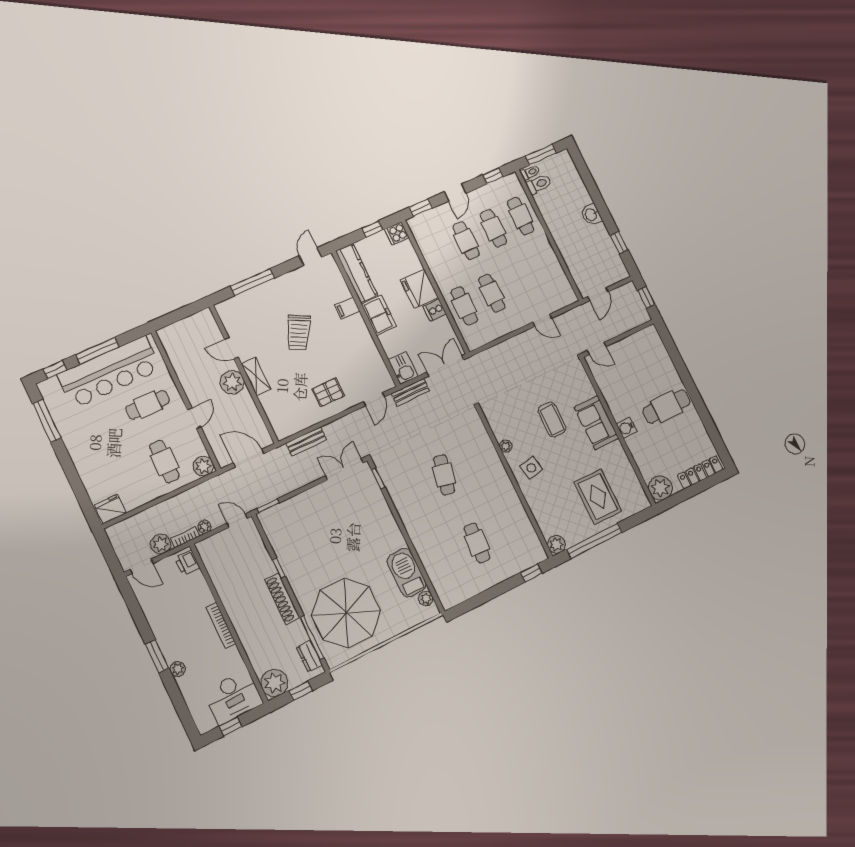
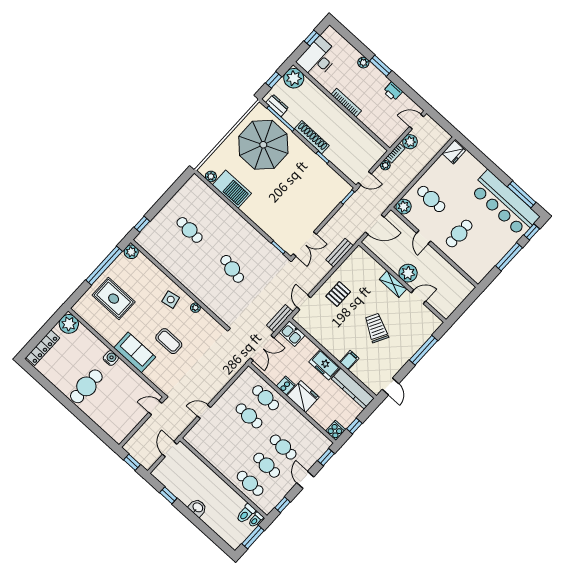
bar counter: (109, 372) -> (504, 203), moved, turned -90
printer: (187, 563) -> (393, 91), moved, turned 180

